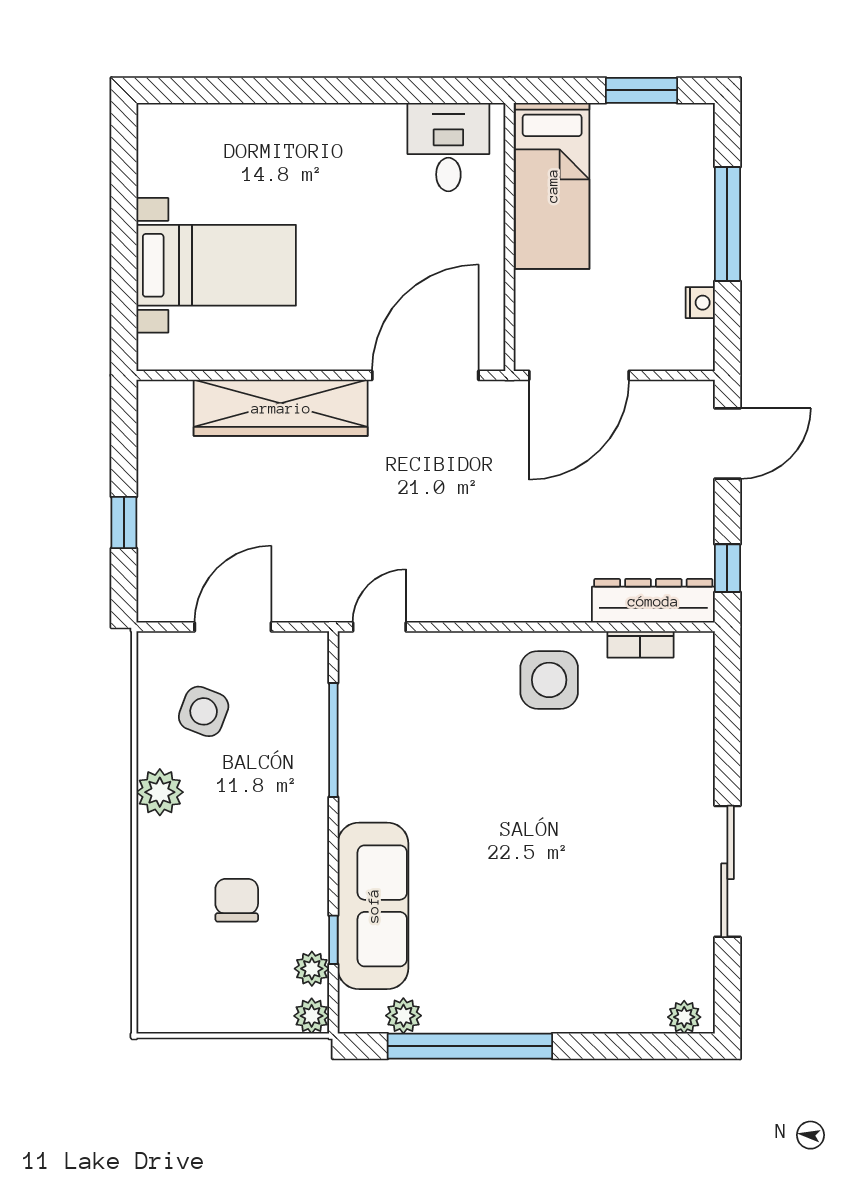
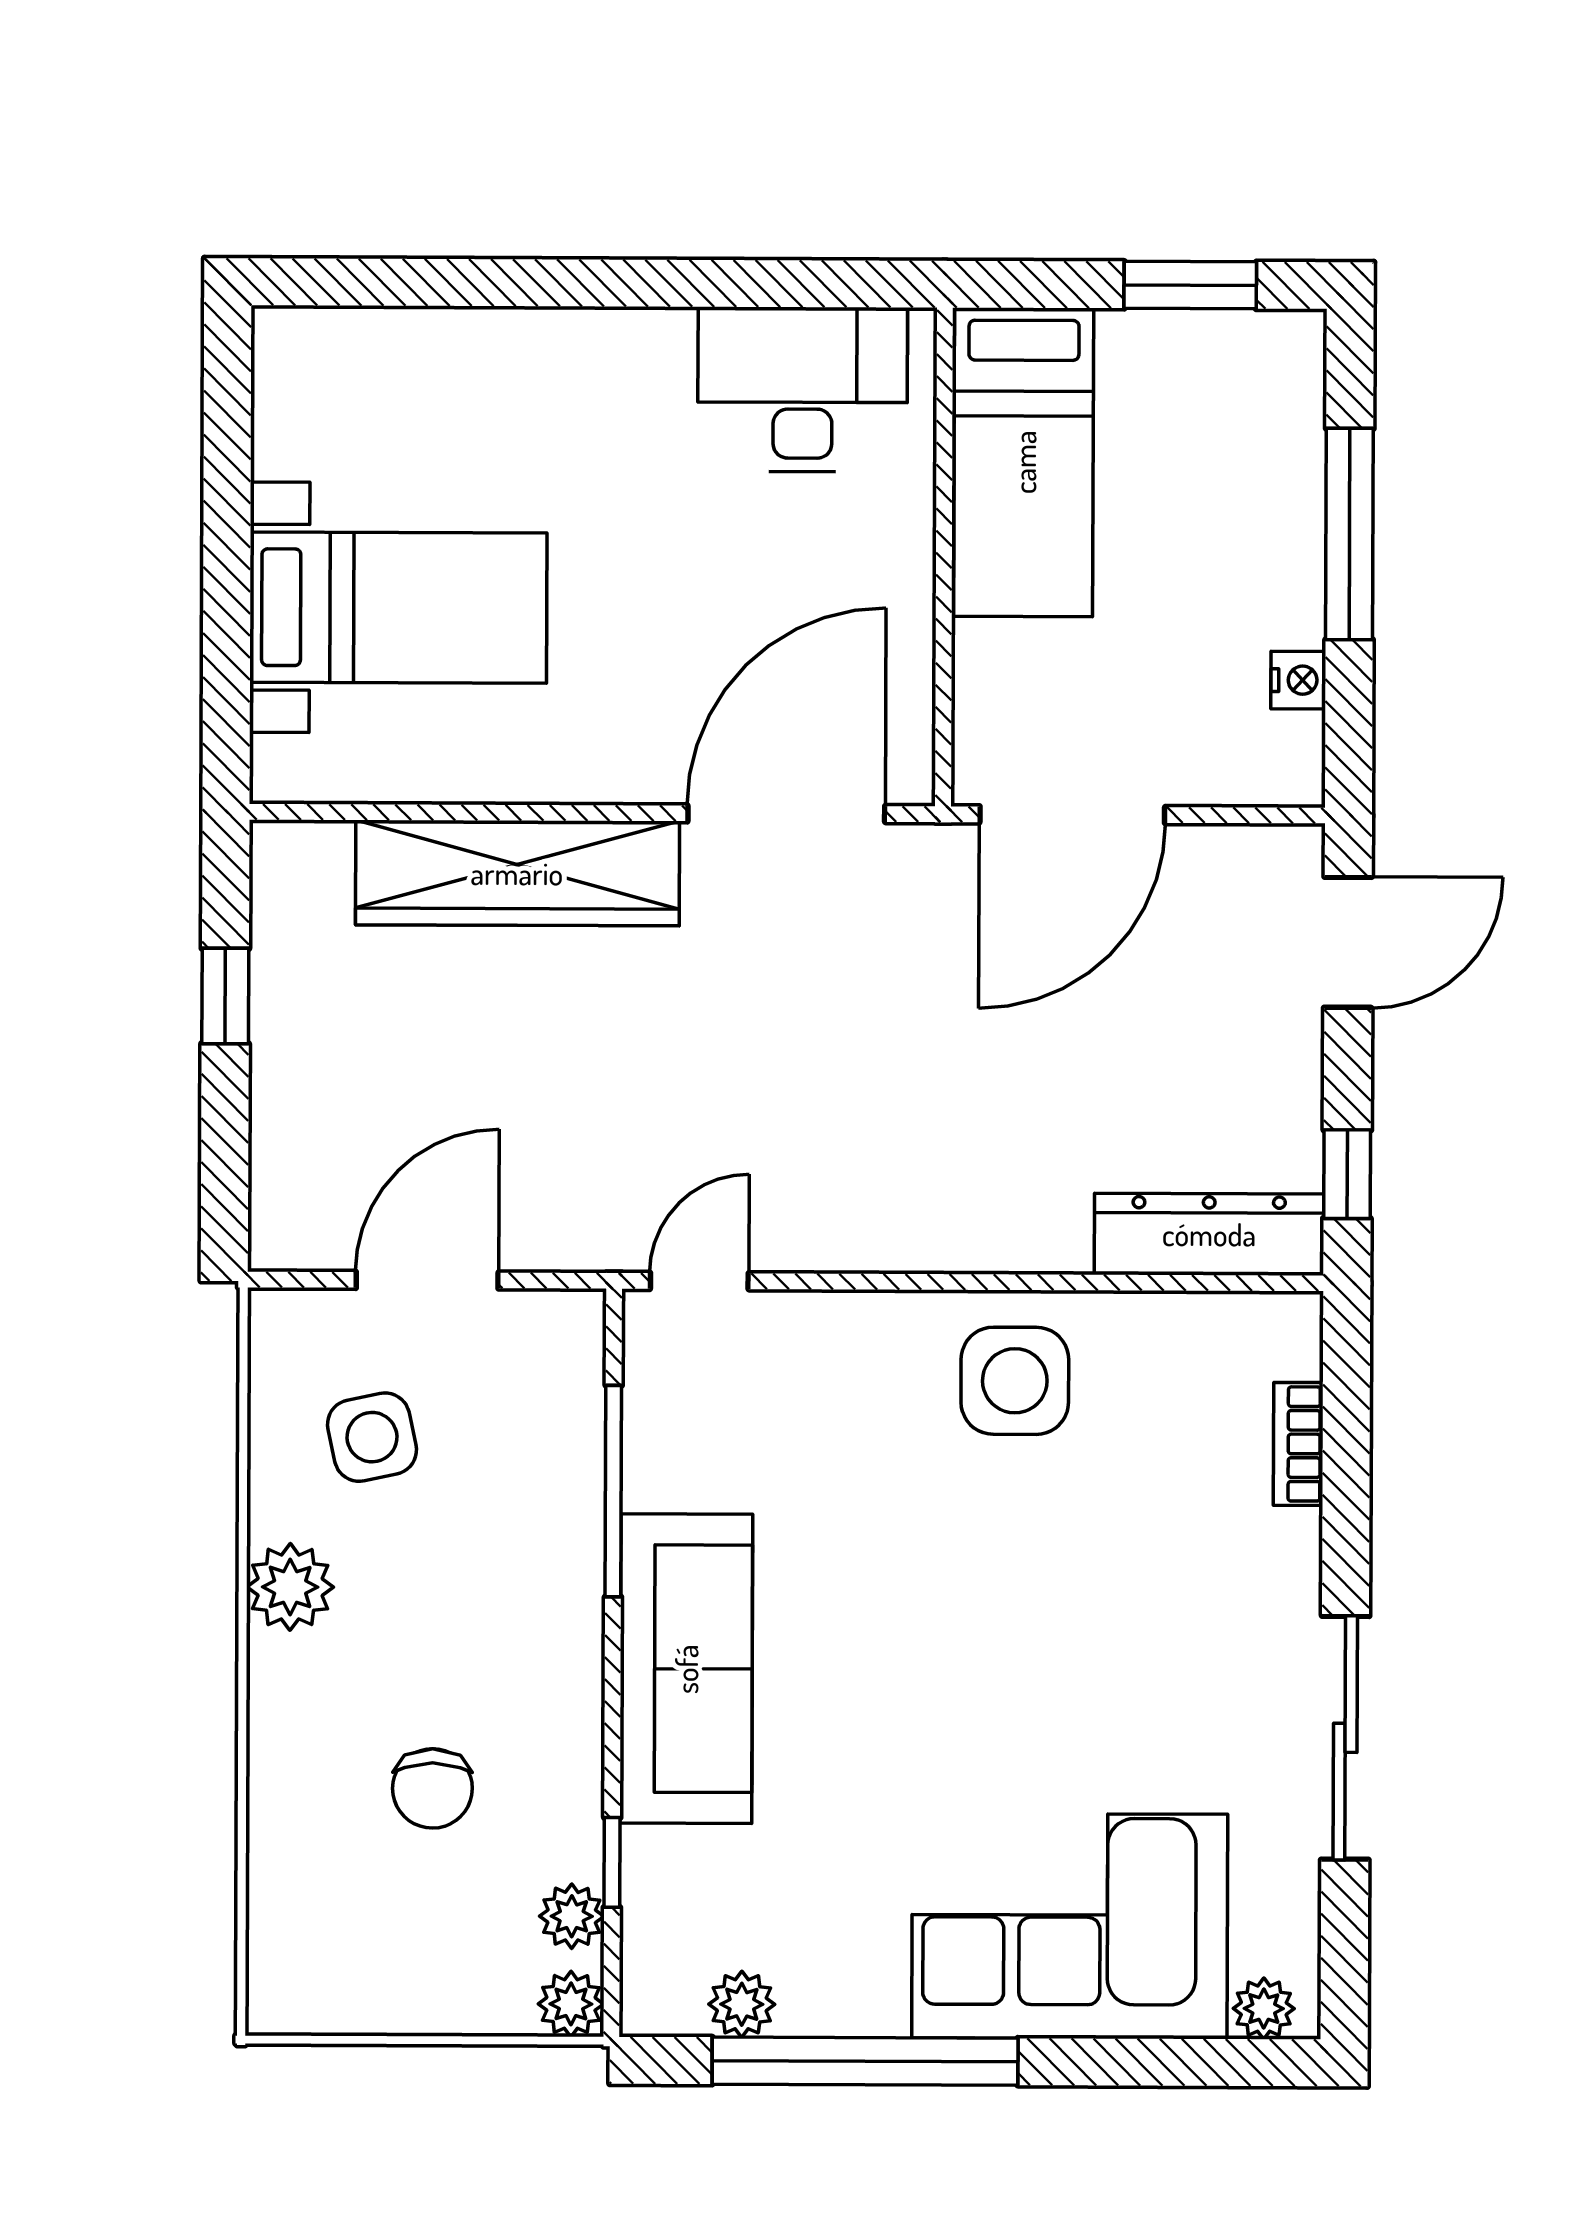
desk: (448, 147) -> (803, 389), width x1.37
window: (124, 523) -> (225, 996), moved
bookcase: (640, 644) -> (1298, 1444), moved, turned 90
side table: (204, 711) -> (372, 1437), turned -33
chair: (237, 900) -> (432, 1788), turned 180
sofa: (373, 906) -> (686, 1669), moved
corner sofa: (580, 973) -> (1070, 1926), added

